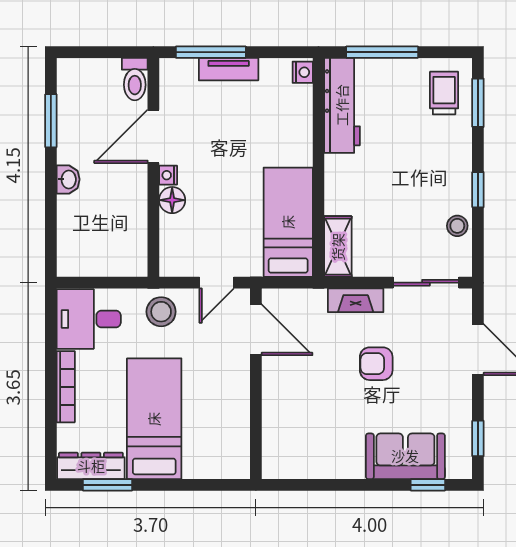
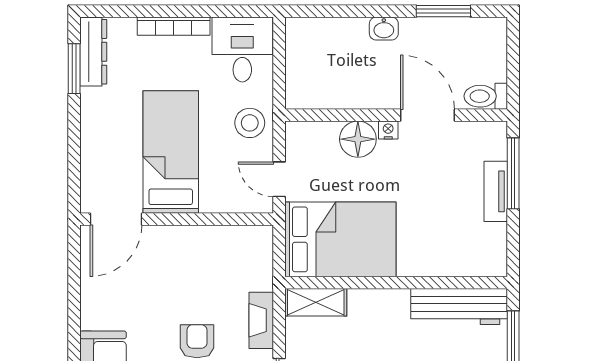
nightstand: (303, 72) -> (493, 267), removed
floor lamp: (172, 200) -> (358, 139), width x1.38, depth x1.38
bed: (288, 222) -> (340, 239), width x1.50
door: (256, 330) -> (116, 219), moved
bed: (154, 419) -> (171, 152), moved, turned -90

